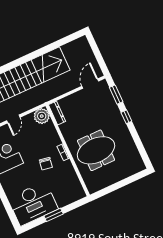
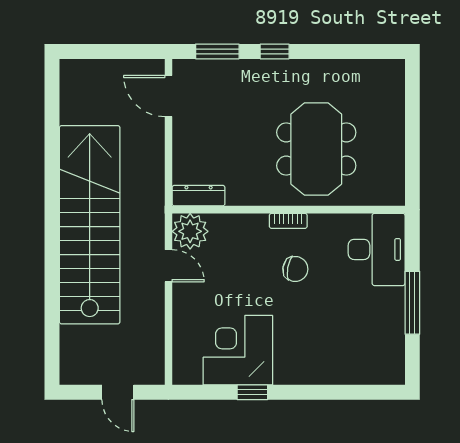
door: (13, 119) -> (168, 266), moved
desk: (33, 204) -> (377, 249), moved, width x0.73, depth x0.77
window: (54, 215) -> (412, 303), width x1.44

